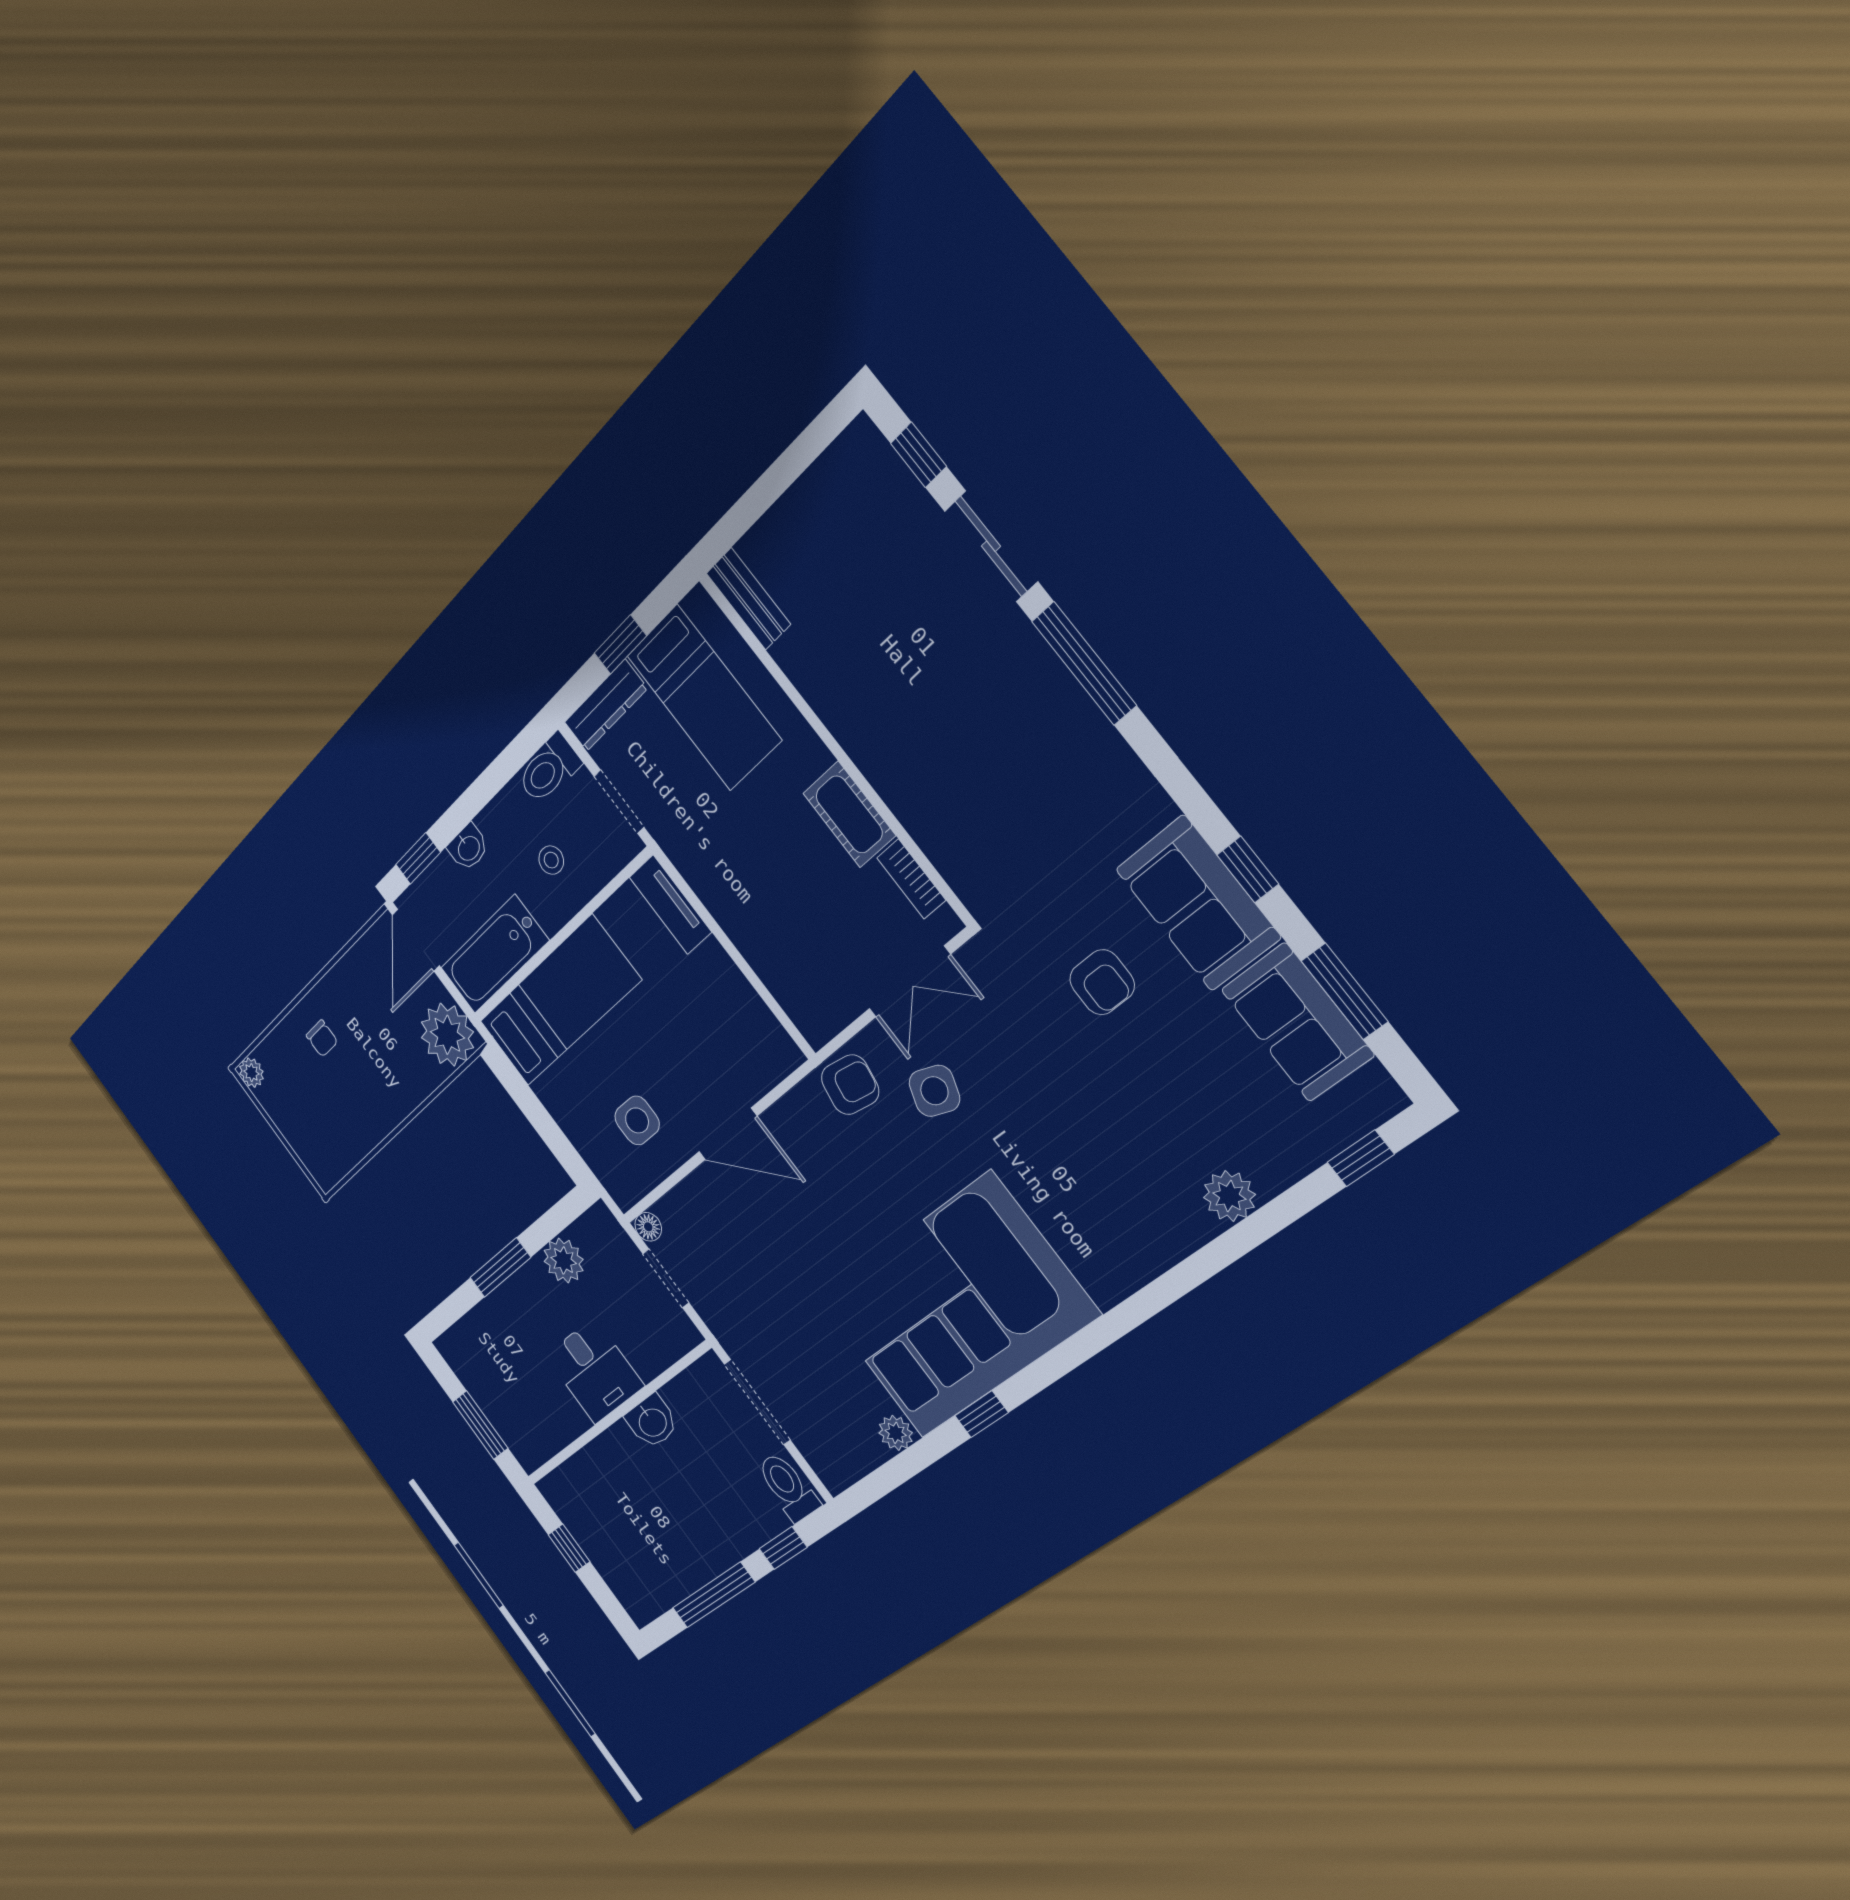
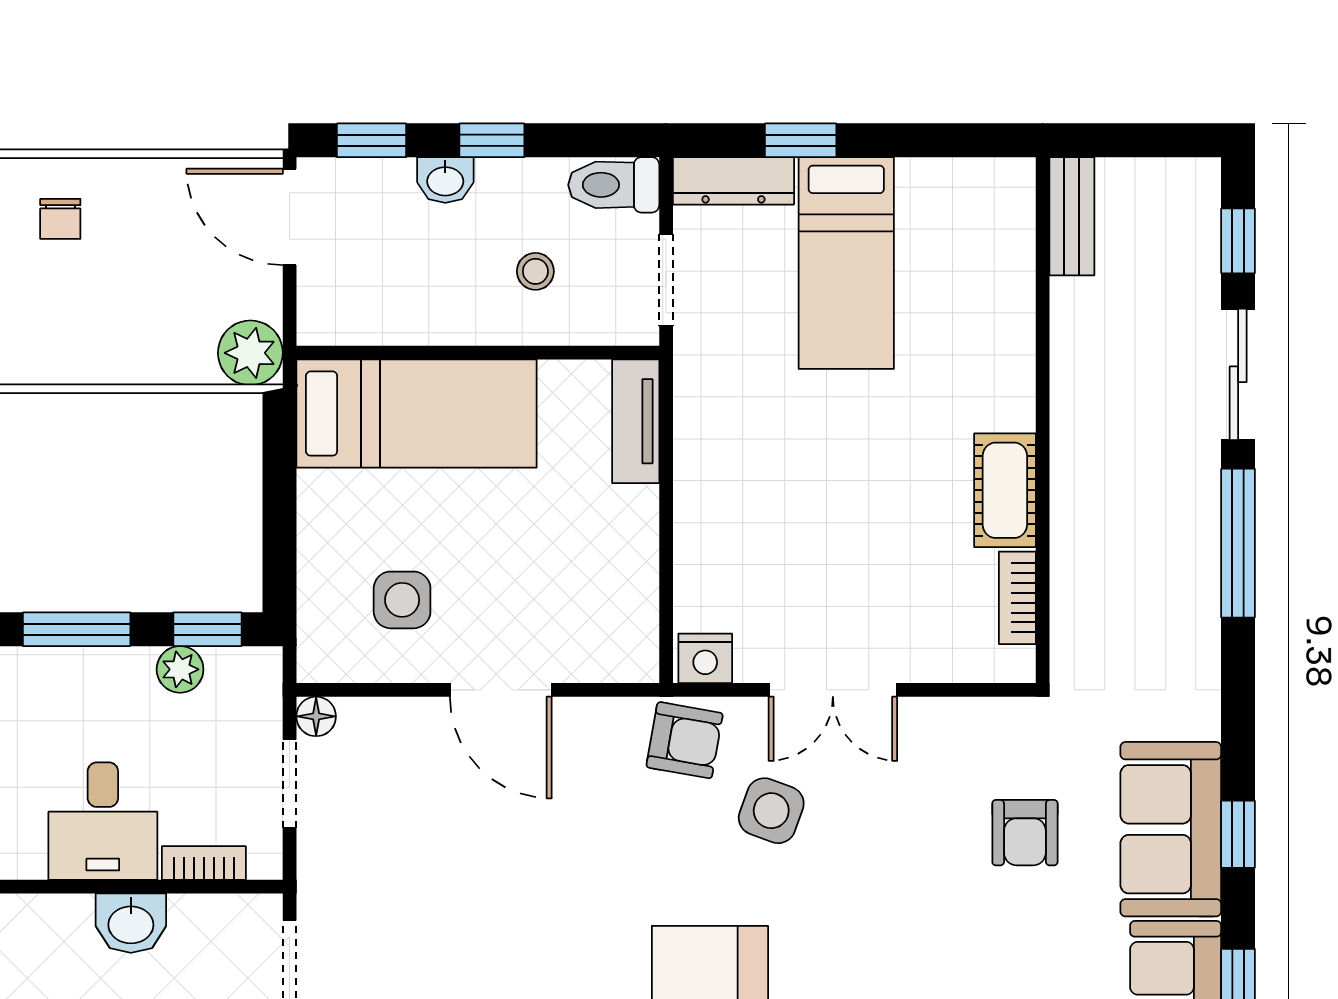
bench: (748, 599) -> (1072, 216), moved
wall: (835, 748) -> (1043, 420), moved
window: (472, 802) -> (492, 140), added
cot: (849, 814) -> (1005, 490), moved
bookcase: (911, 879) -> (1017, 598), moved
door: (416, 940) -> (290, 217), hinge flipped
bathtub: (495, 954) -> (378, 307), removed
nightstand: (821, 1022) -> (705, 658), added
plant: (447, 1035) -> (250, 353), width x0.73, depth x0.73
window: (559, 1217) -> (207, 629), added
plant: (564, 1260) -> (180, 669), width x0.73, depth x0.73
bookcase: (660, 1359) -> (204, 863), added

